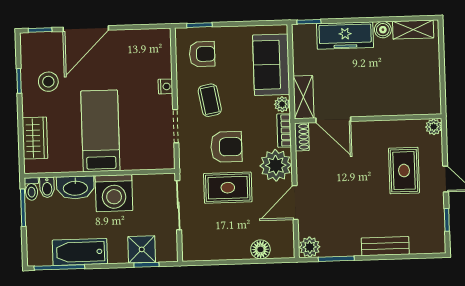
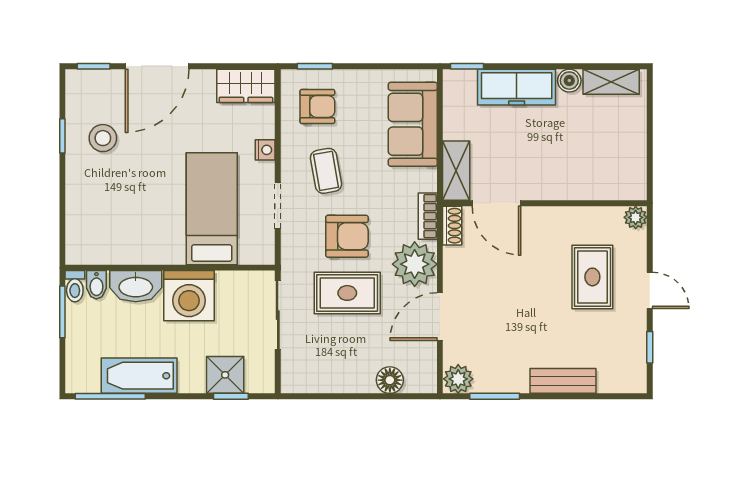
plant: (282, 104) -> (426, 180), removed
bed: (100, 131) -> (212, 209), moved
wardrobe: (35, 138) -> (246, 86), moved, turned 90

